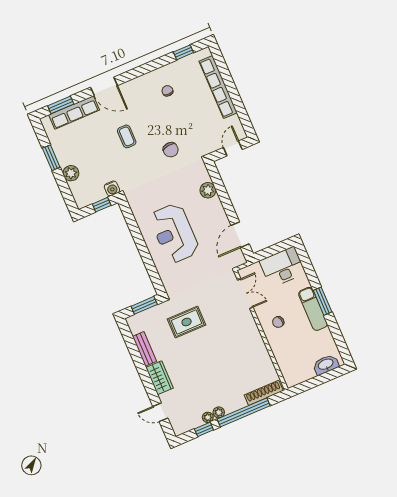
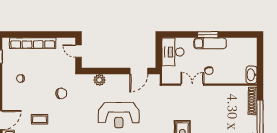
door: (240, 235) -> (139, 71), hinge flipped
double door: (245, 294) -> (192, 85), moved
washbasin: (326, 365) -> (252, 75), moved

